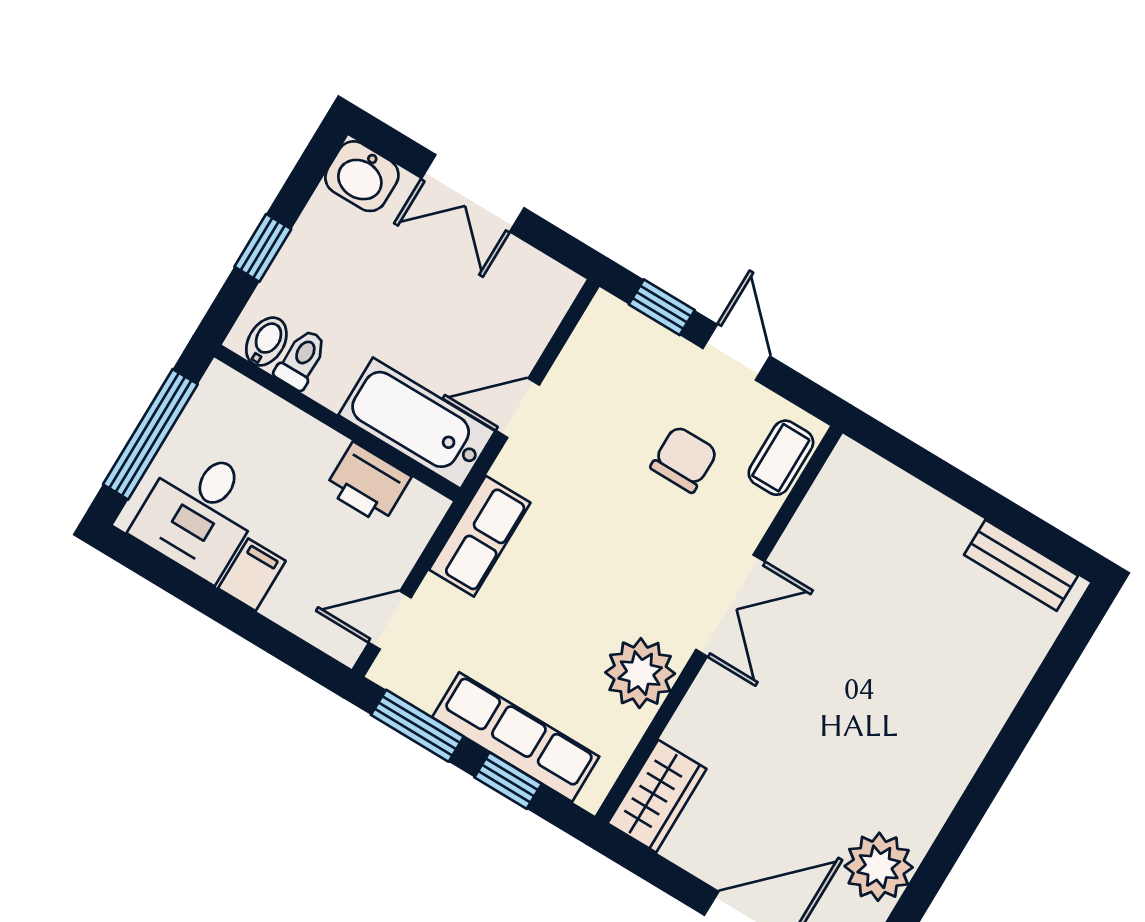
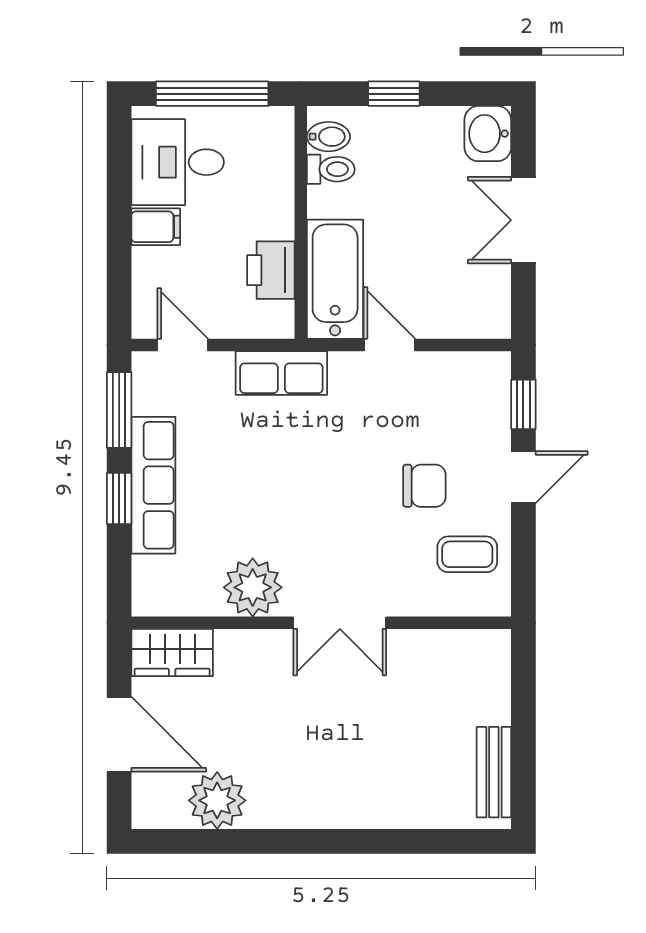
double door: (730, 606) -> (340, 623), moved
wall: (719, 625) -> (321, 623), moved
plant: (640, 673) -> (253, 587), moved
wardrobe: (657, 796) -> (172, 653), moved

